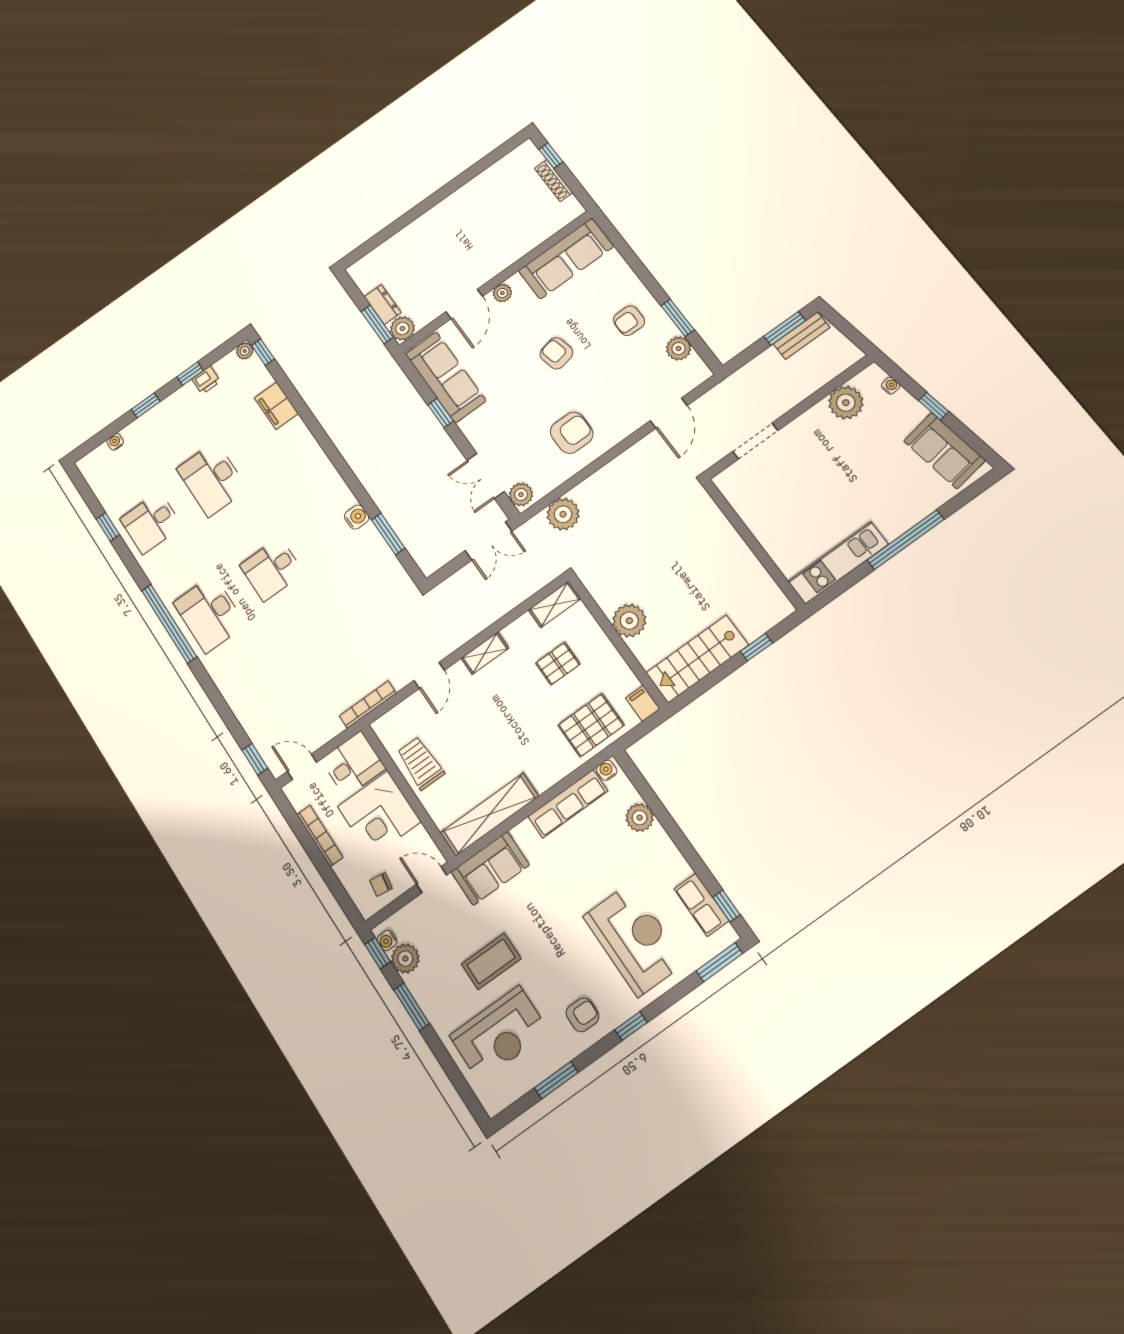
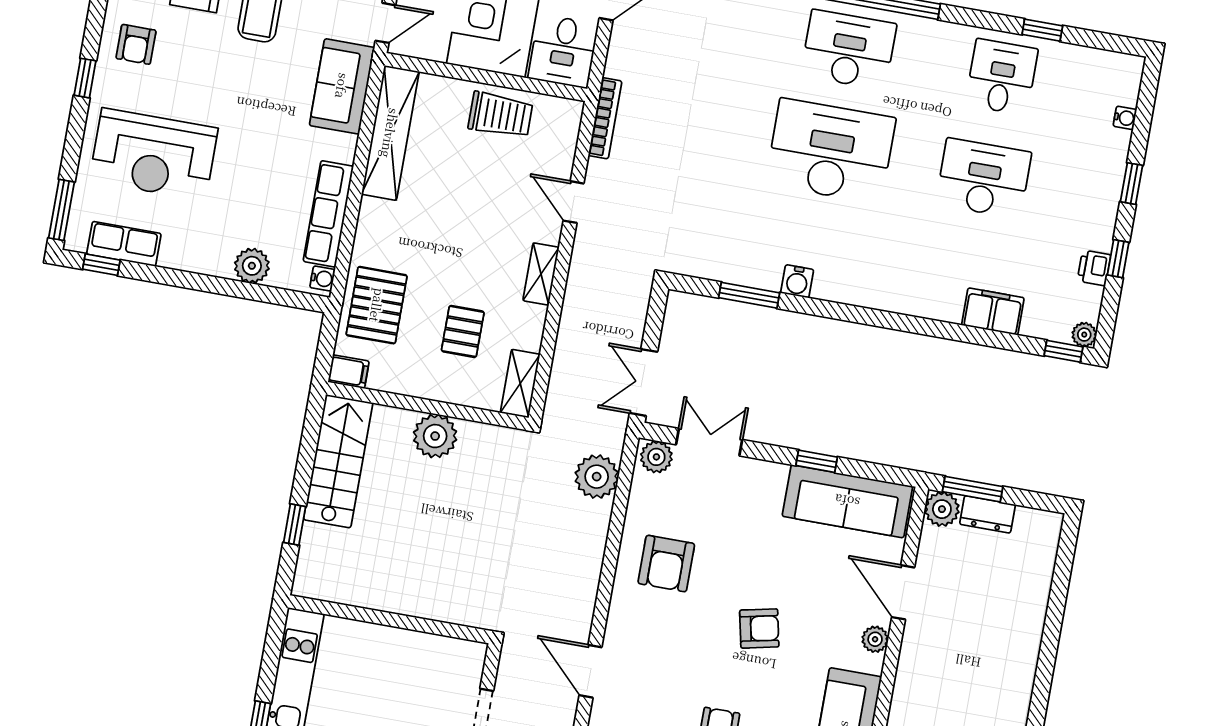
desk: (272, 569) -> (831, 151), width x1.87, depth x1.30

